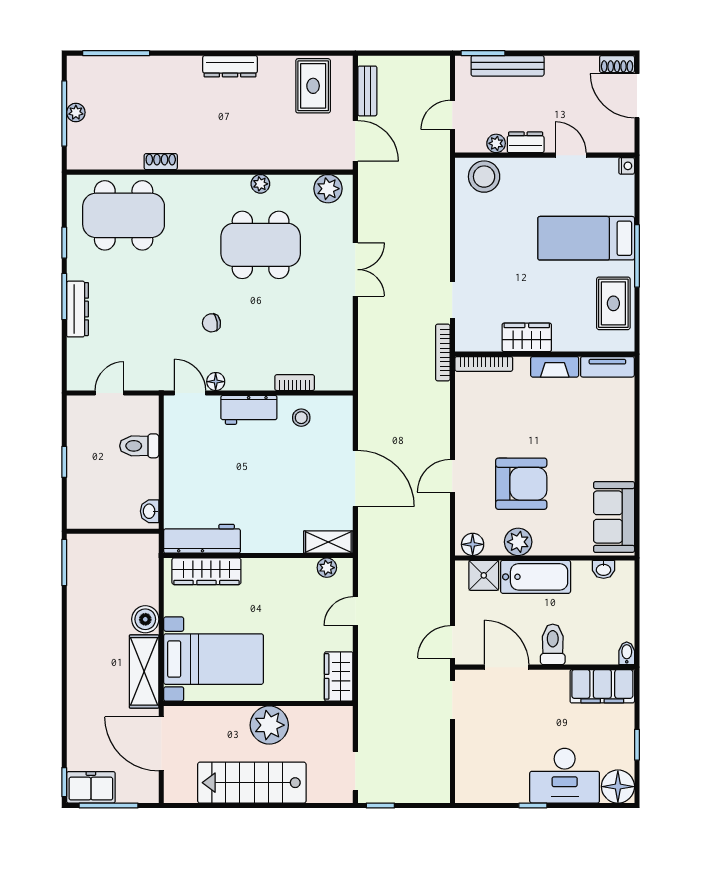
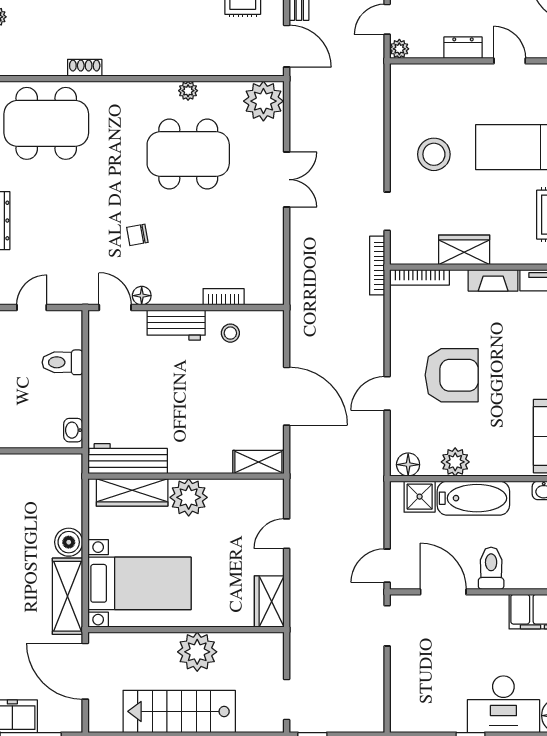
plant: (496, 143) -> (399, 49), moved
stool: (484, 177) -> (434, 154), moved
plant: (328, 189) -> (263, 101), width x1.36, depth x1.36
armchair: (521, 484) -> (452, 375), moved
plant: (327, 568) -> (189, 497), moved, width x1.88, depth x1.88

